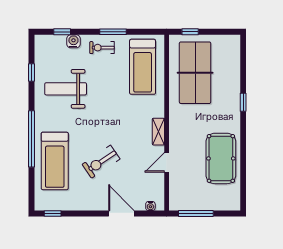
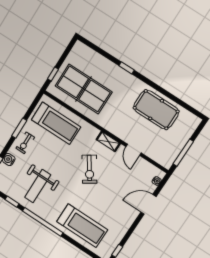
window: (31, 139) -> (43, 222), moved
exercise bike: (101, 162) -> (89, 169), moved

